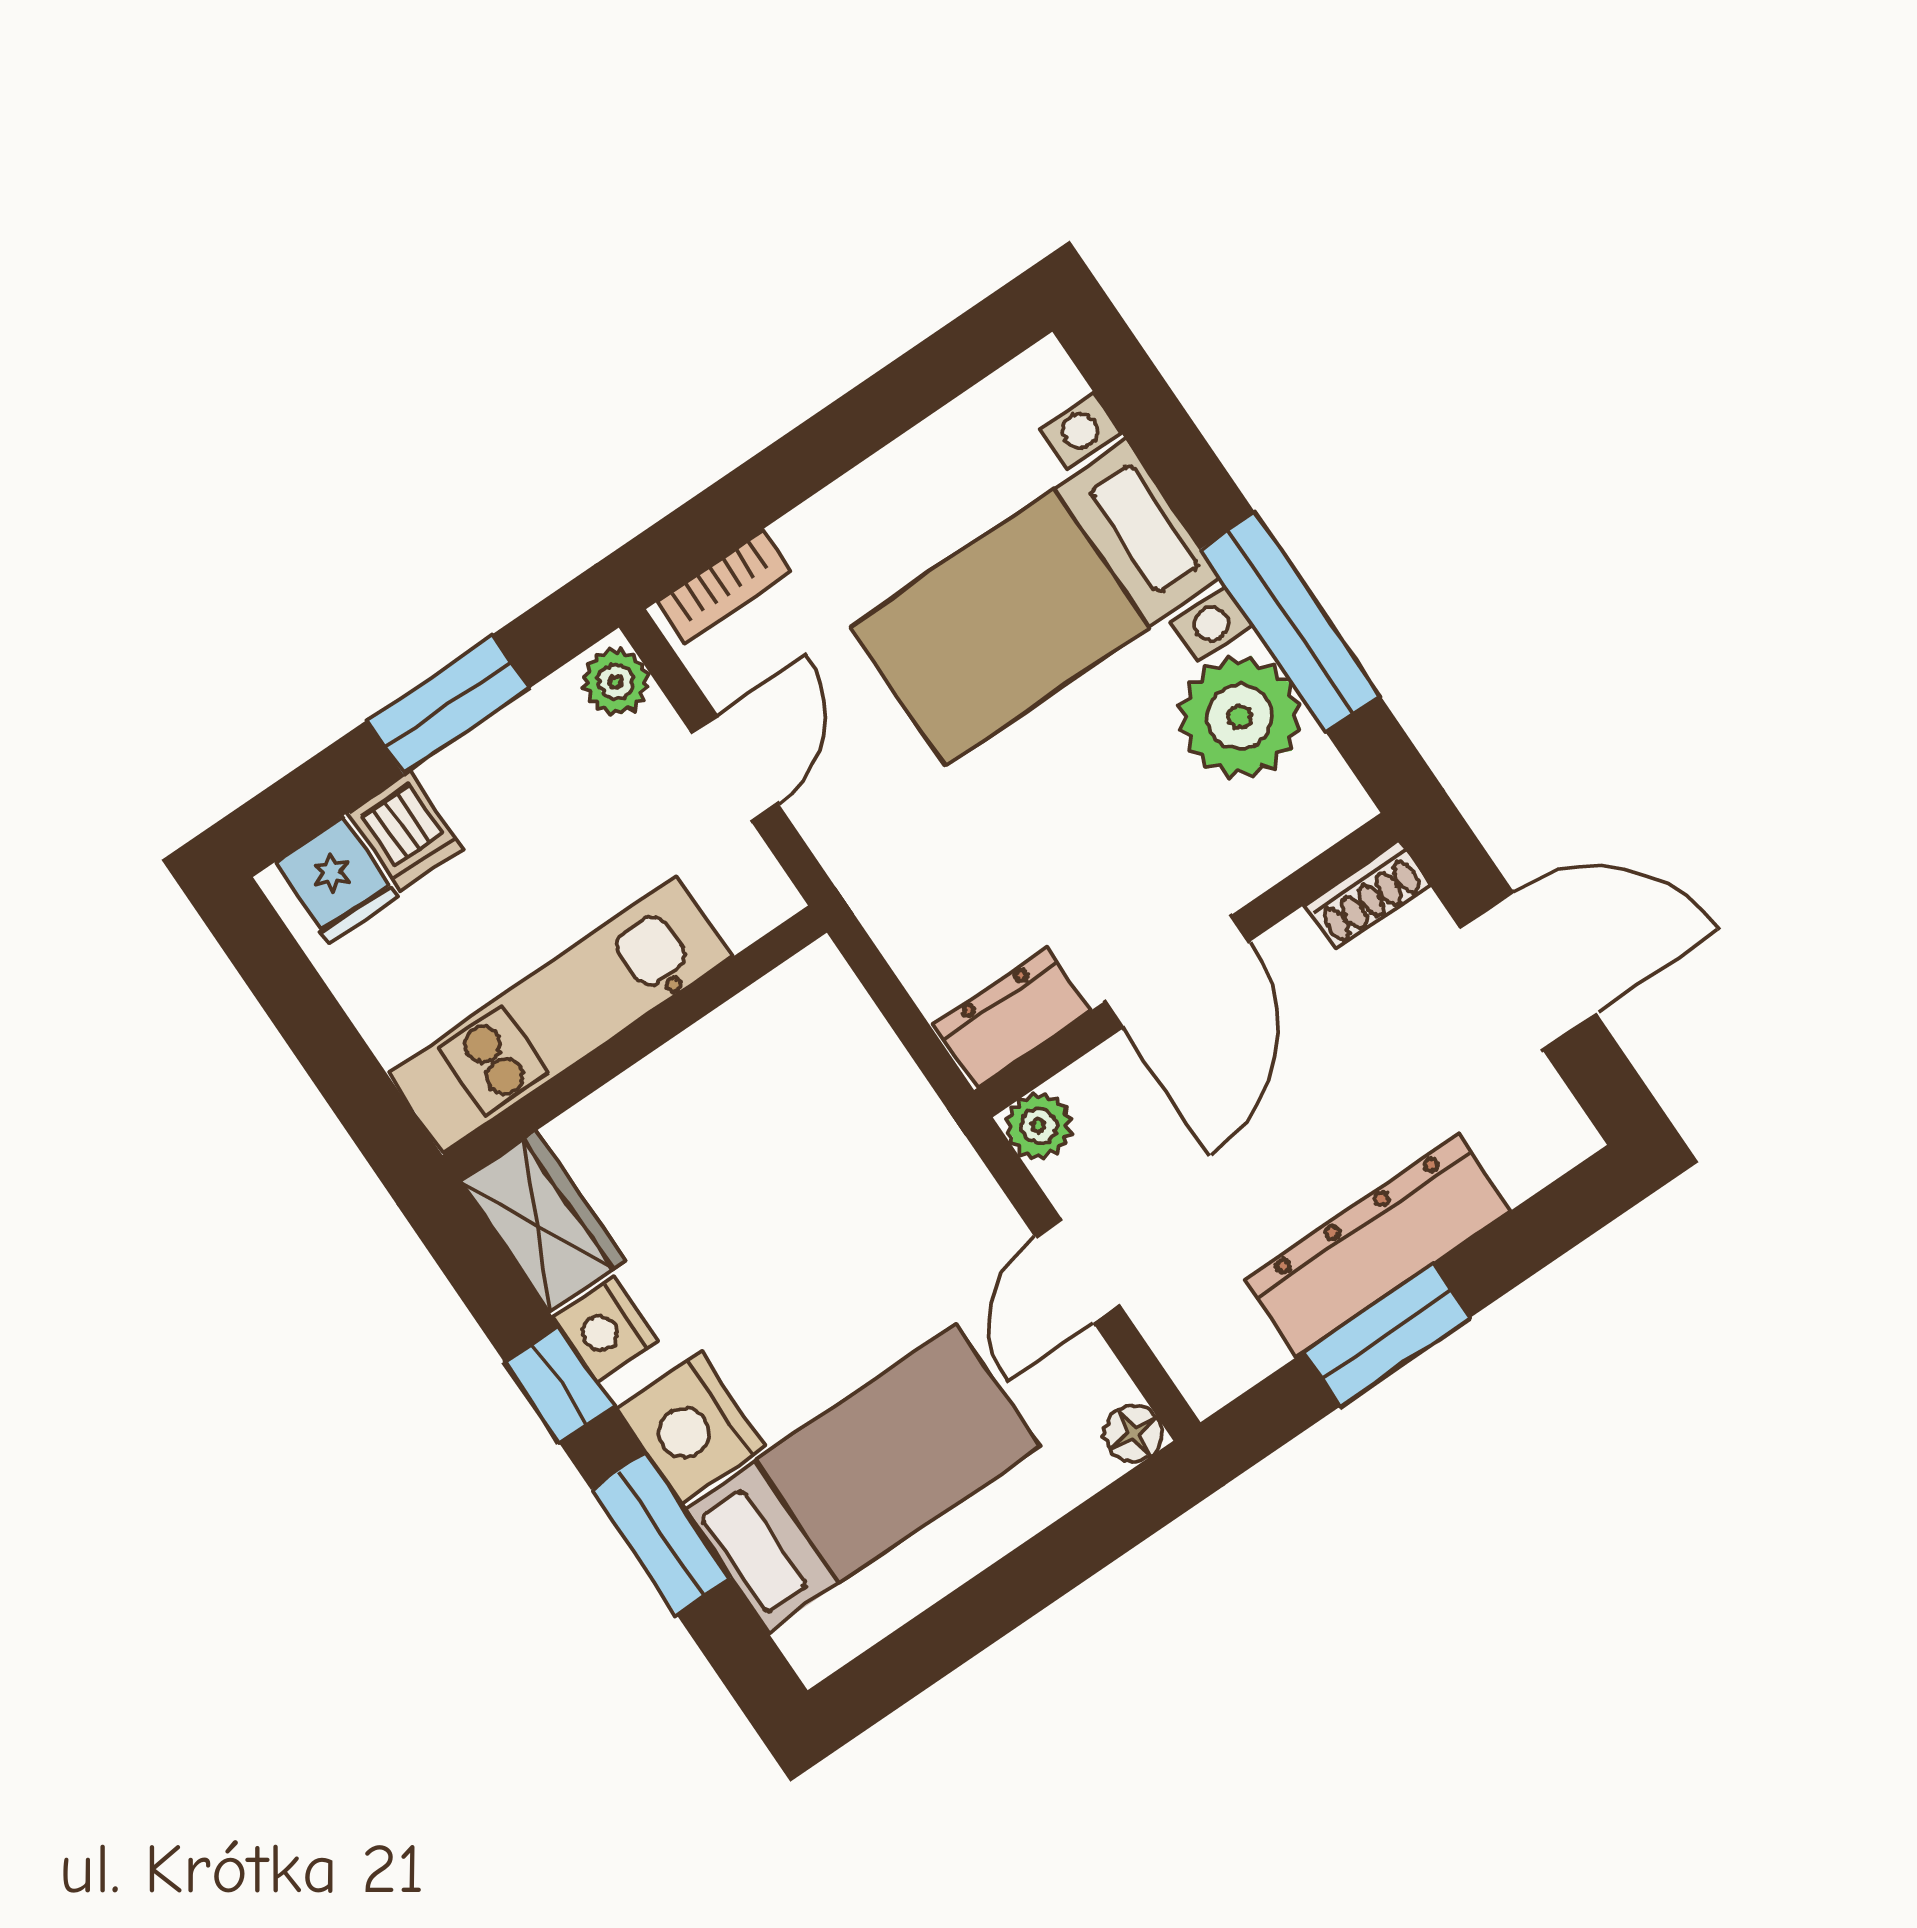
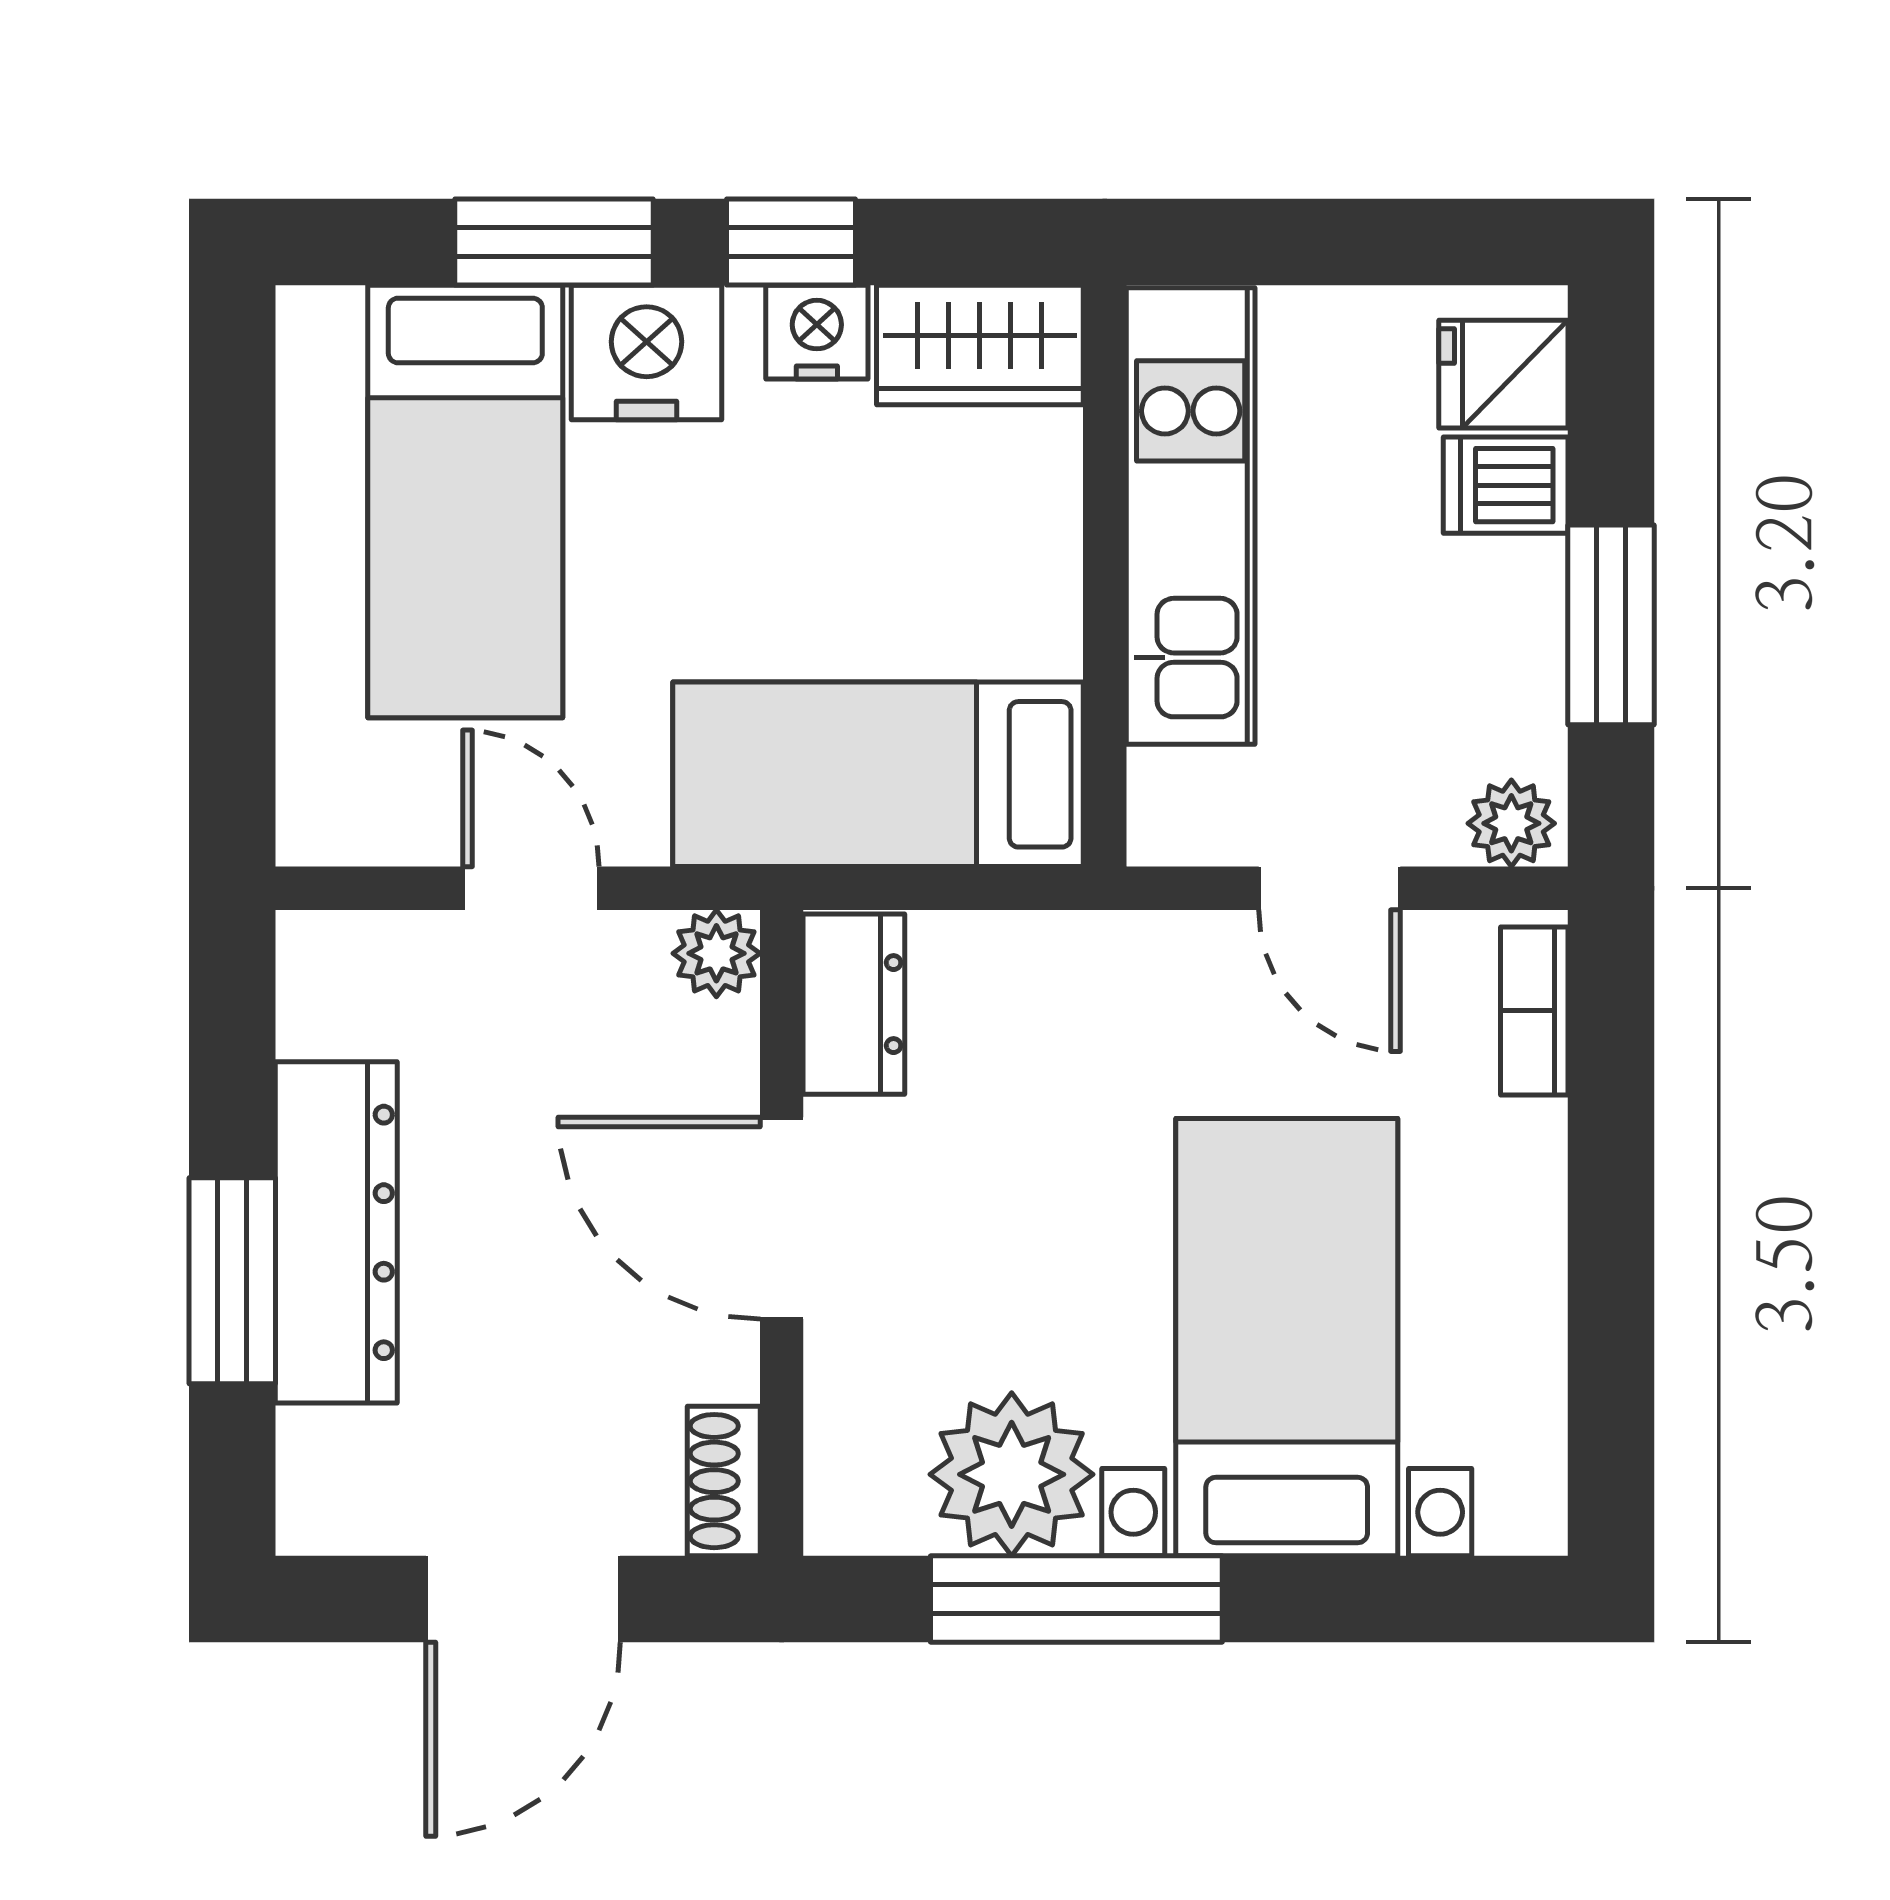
bed: (857, 1101) -> (878, 774), added
window: (1387, 1335) -> (232, 1281), moved
floor lamp: (1134, 1433) -> (313, 829), removed

